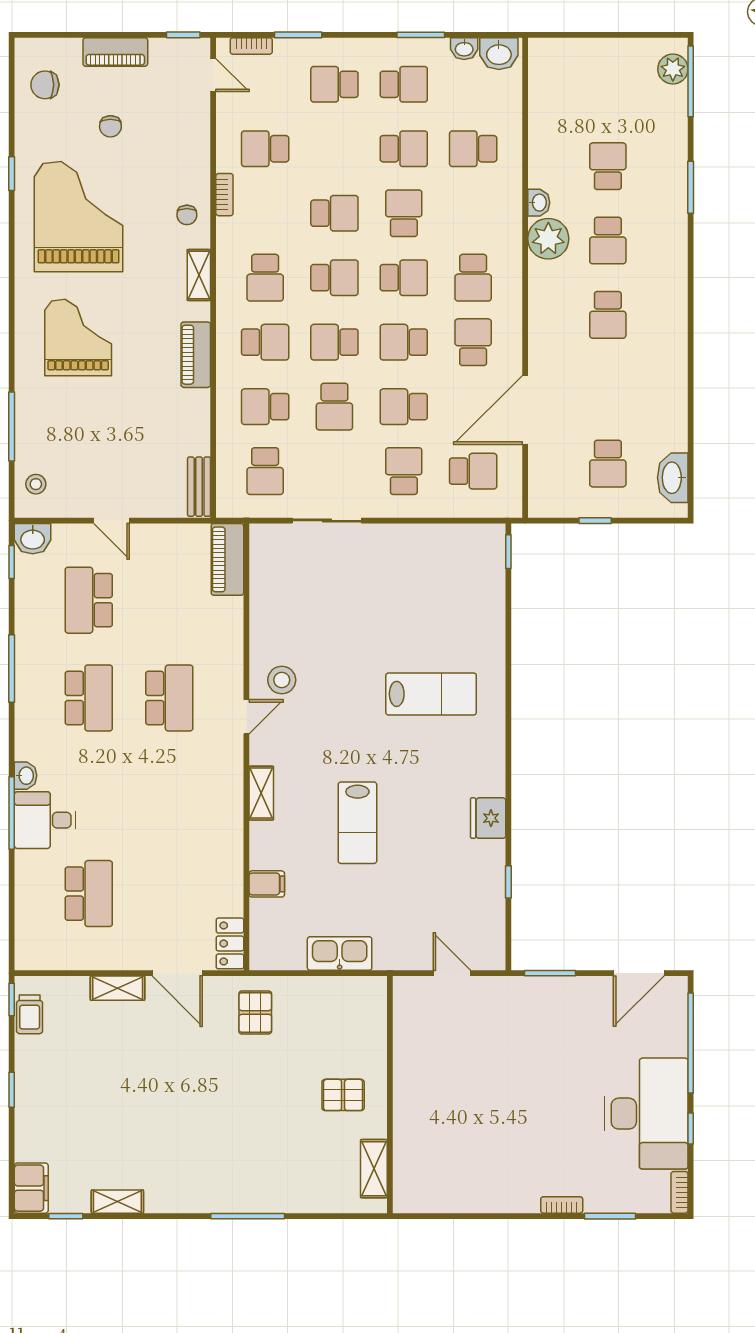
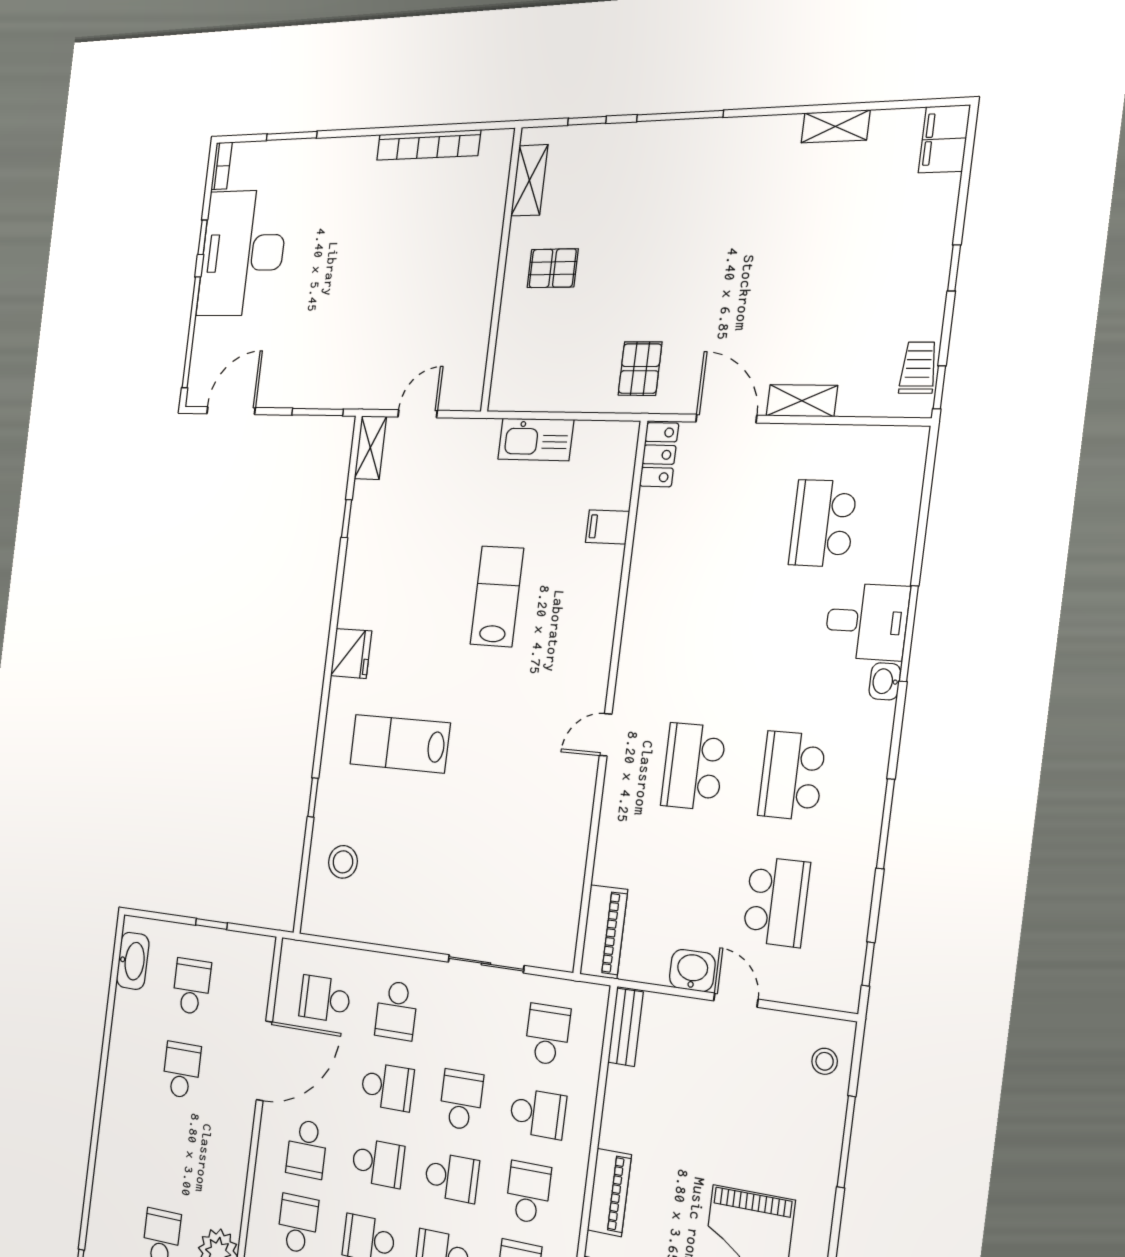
school desk: (608, 315) -> (181, 1070), moved
school desk: (265, 342) -> (528, 1192), turned 90
washbasin: (33, 539) -> (692, 970), moved
window: (508, 552) -> (313, 797), moved
stool: (282, 680) -> (343, 862), moved
shelving: (261, 793) -> (370, 448), moved
fridge: (488, 818) -> (351, 653), moved
door: (452, 973) -> (418, 414), swing flipped
bookcase: (562, 1205) -> (428, 145), moved, width x2.31, depth x1.31
window: (66, 1216) -> (587, 121), moved

